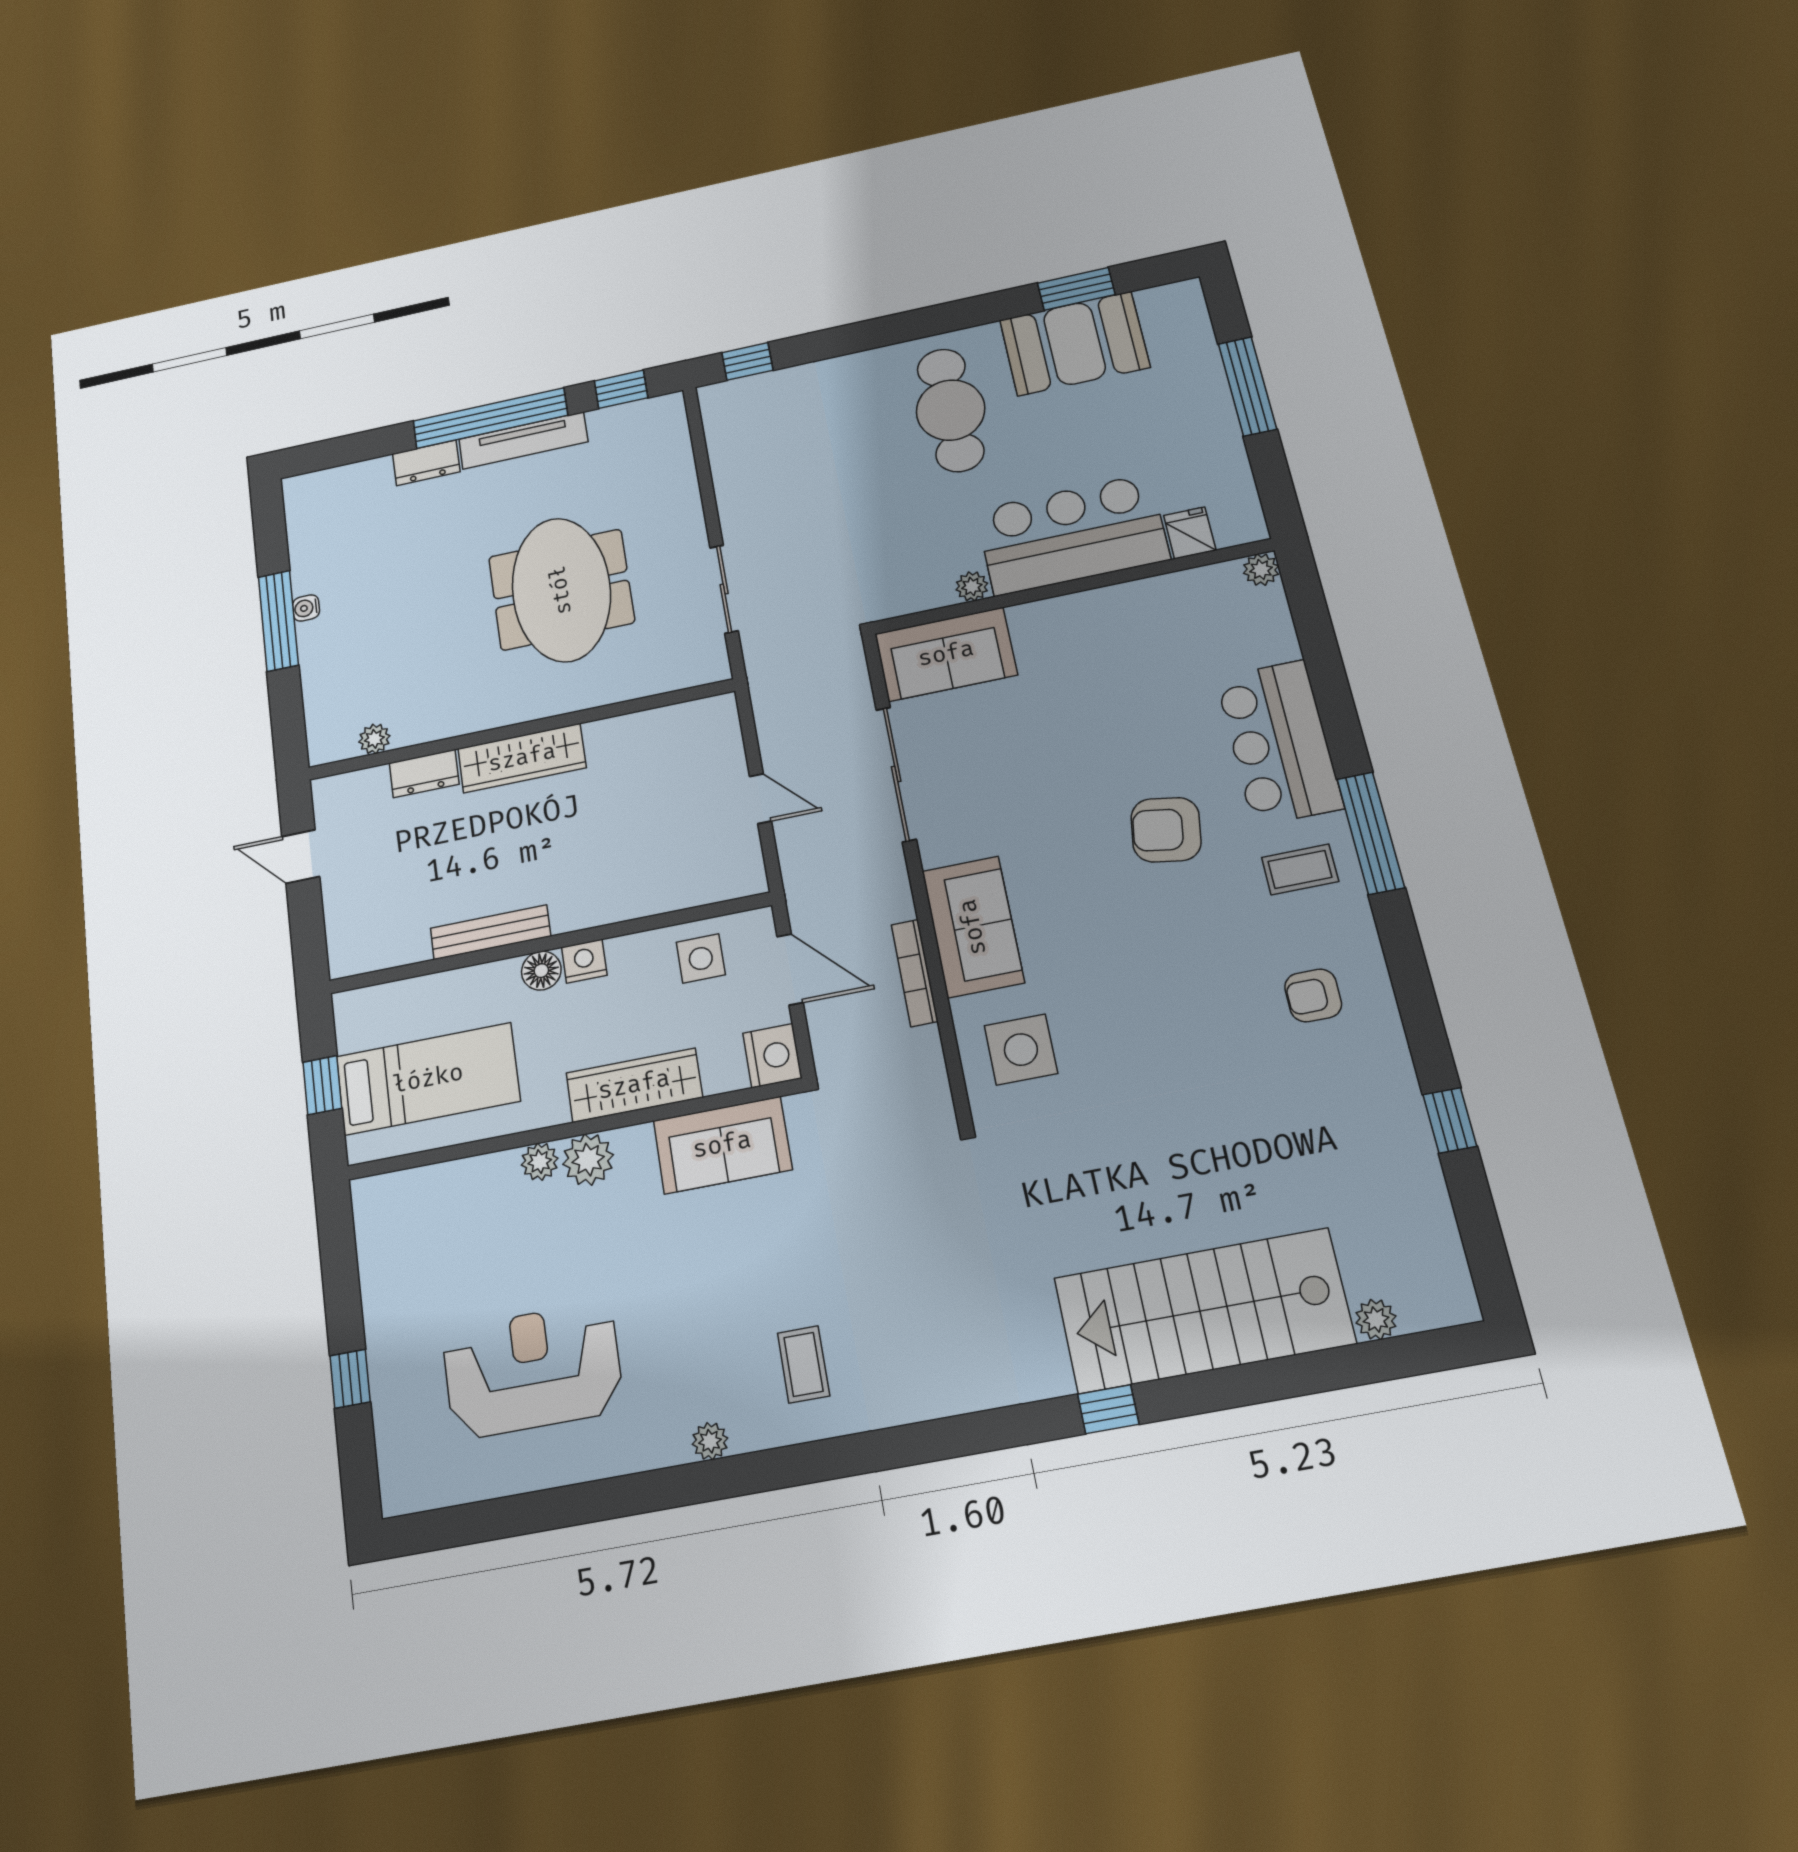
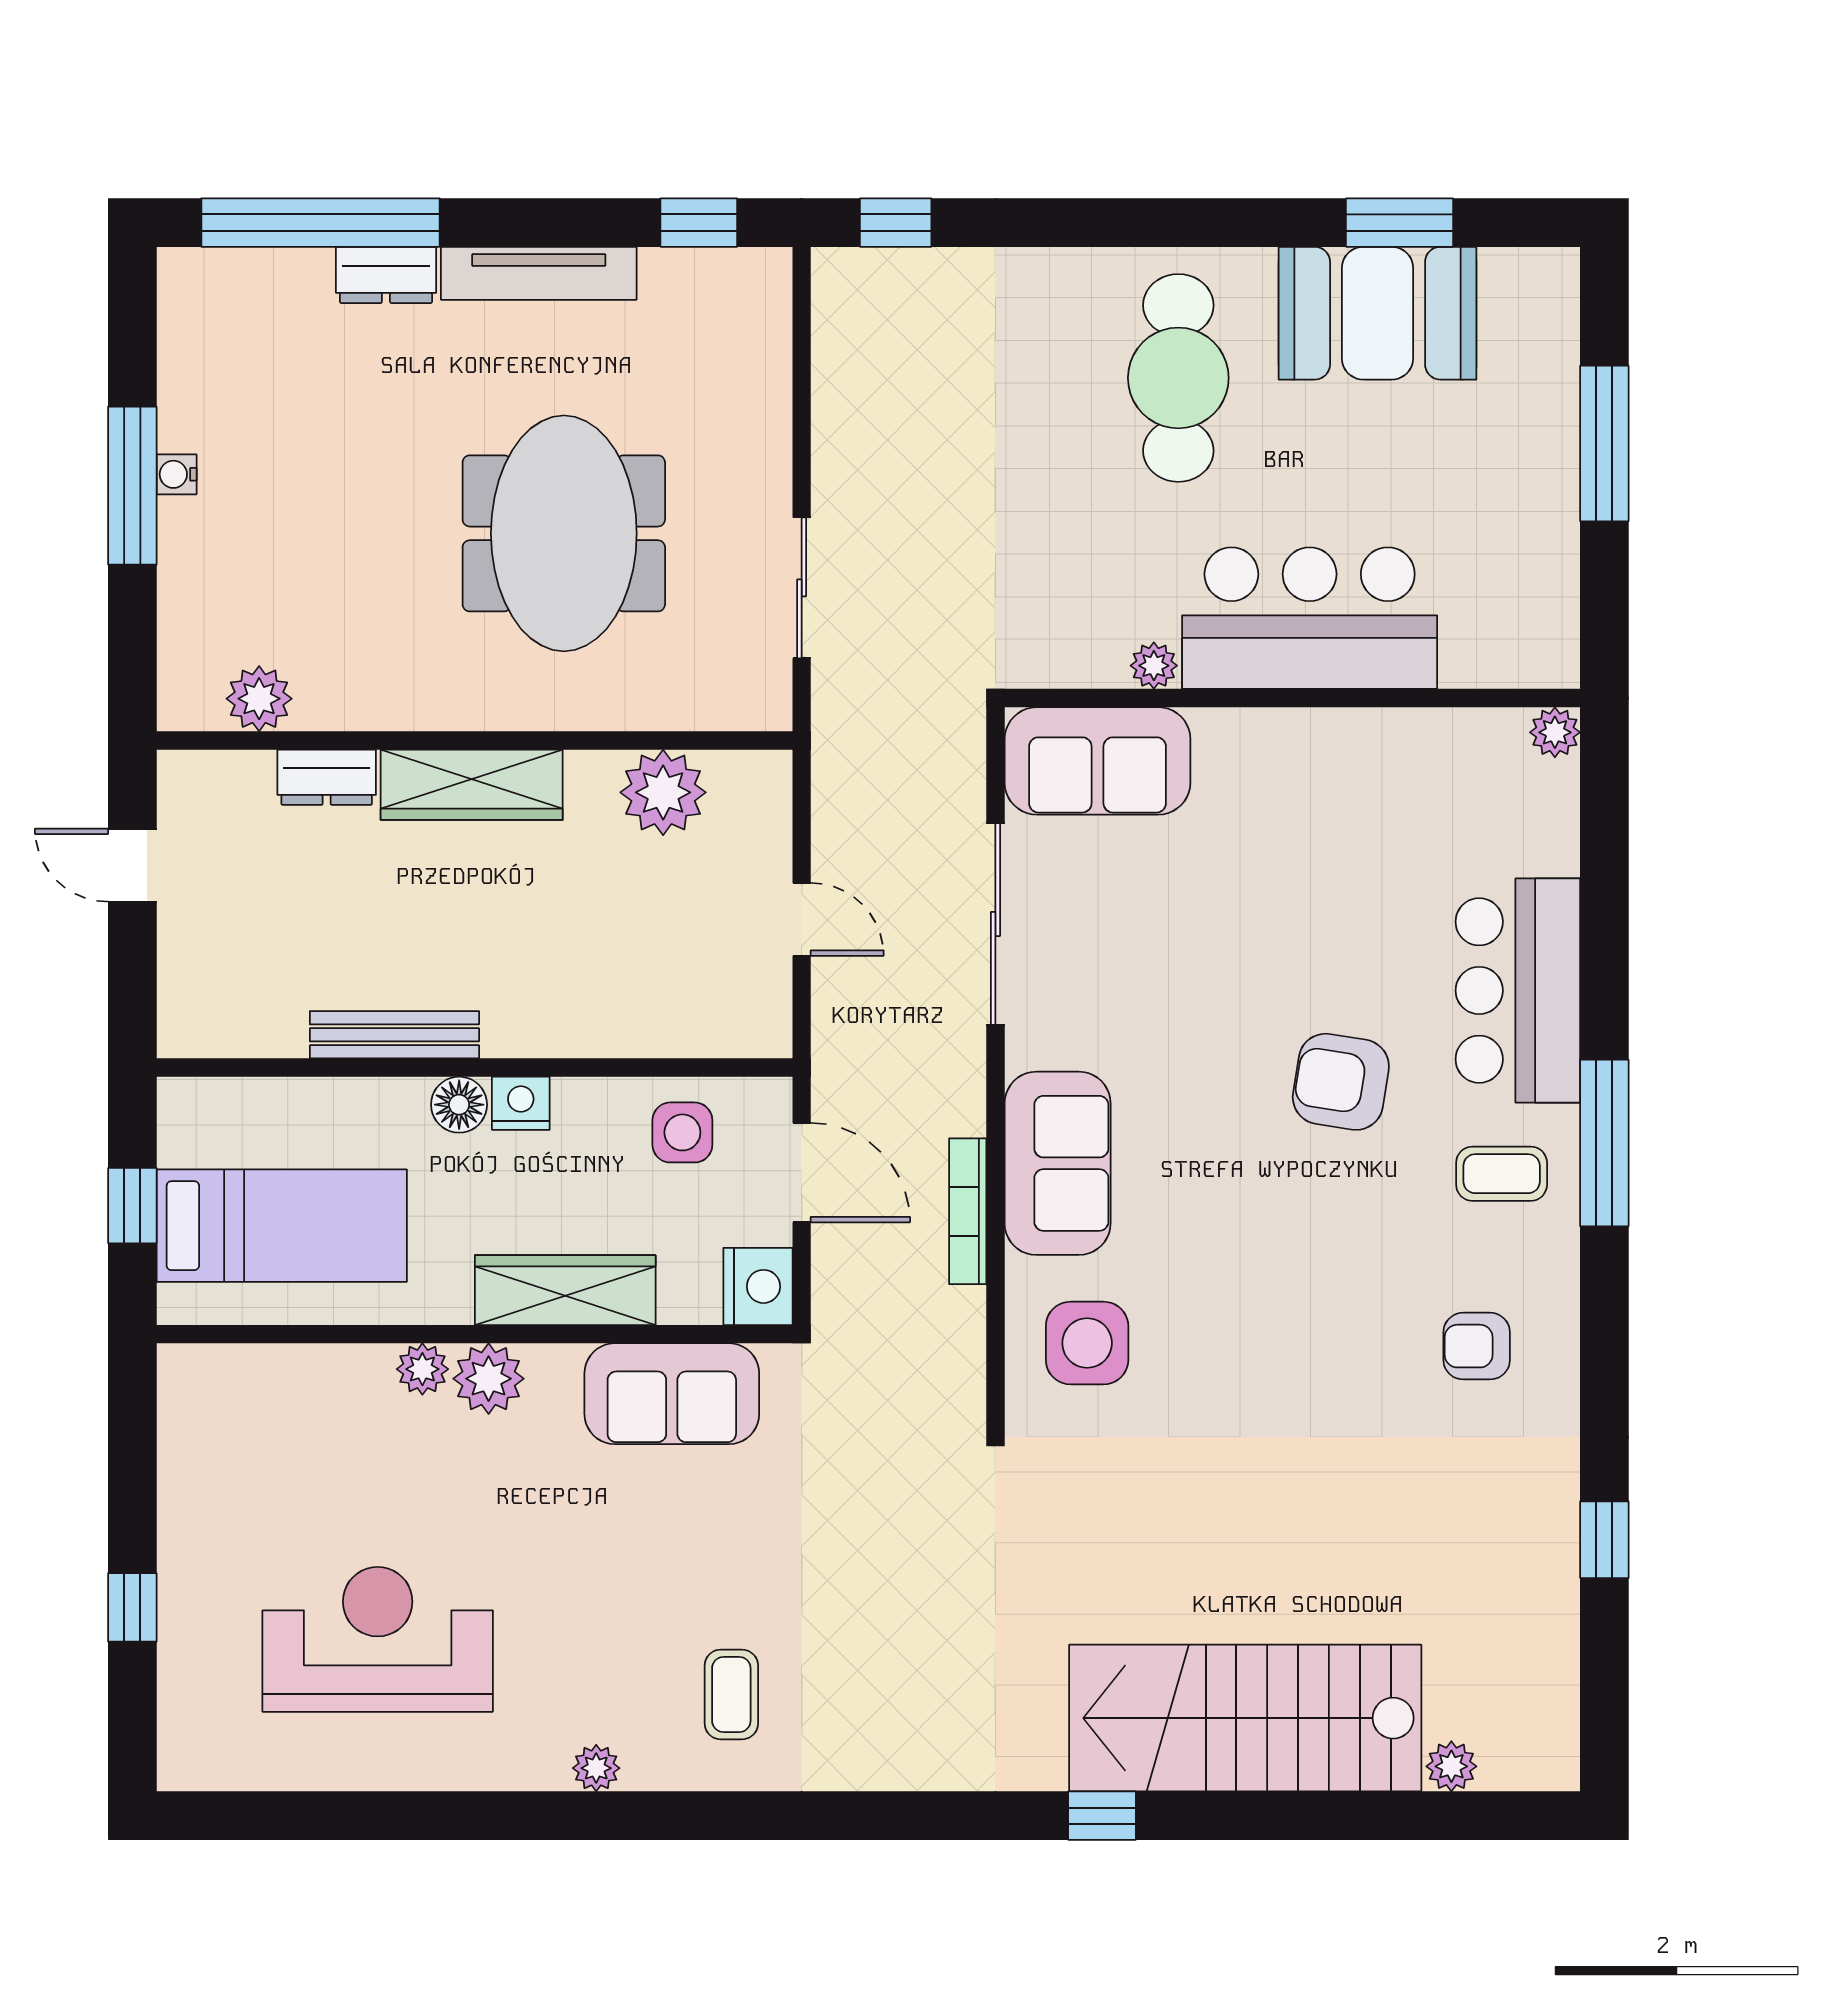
window: (490, 418) -> (321, 223), moved
fridge: (1190, 533) -> (1472, 654), removed
plant: (652, 736) -> (663, 792), added
plant: (374, 739) -> (259, 699), width x1.38, depth x1.38

